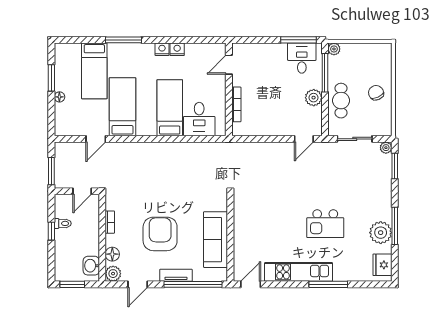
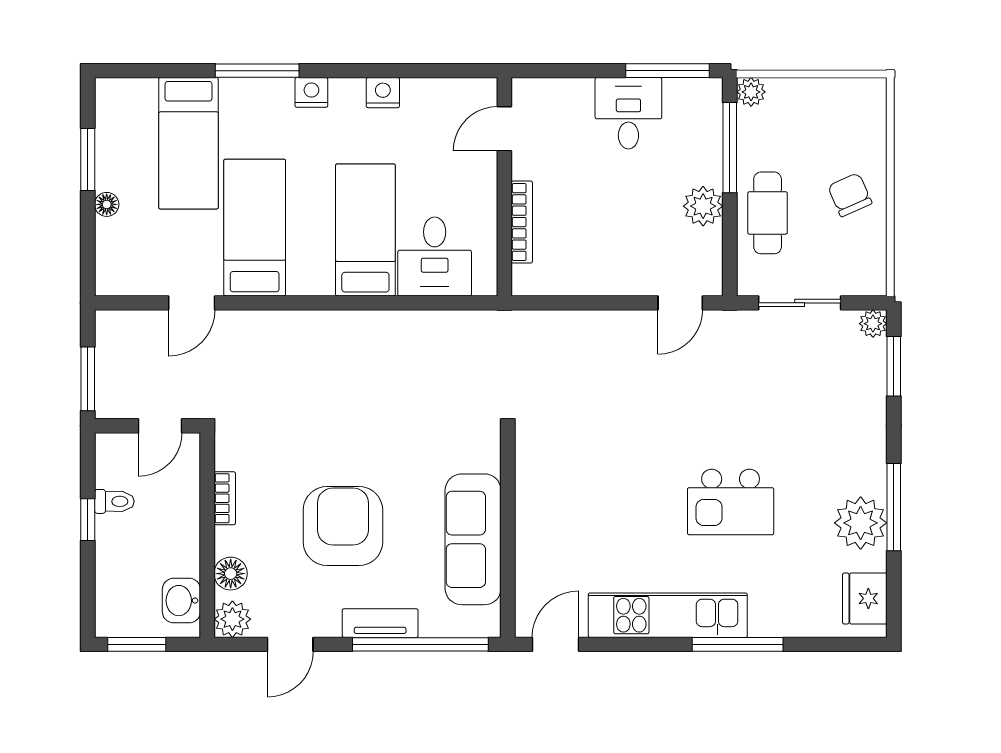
nightstand: (162, 49) -> (311, 92), moved
desk: (302, 58) -> (628, 113), moved

